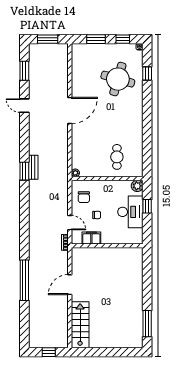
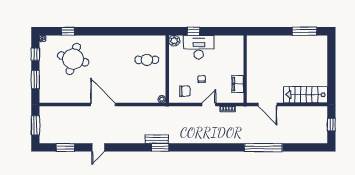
filing cabinet: (91, 238) -> (238, 84), moved
wall: (107, 246) -> (245, 69), moved

